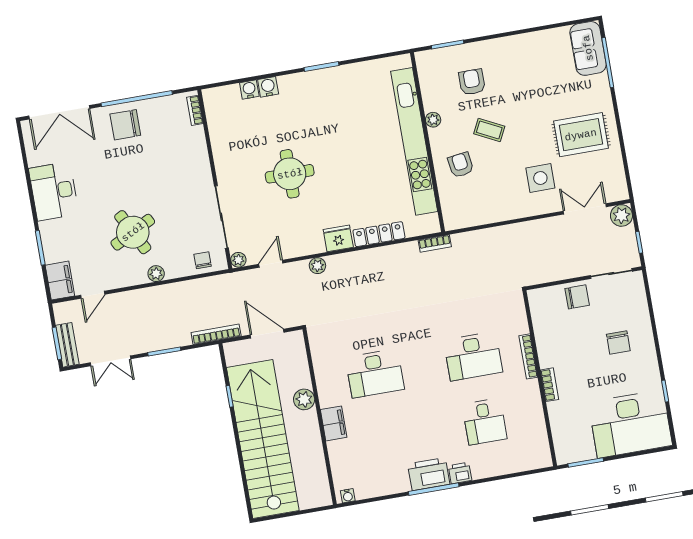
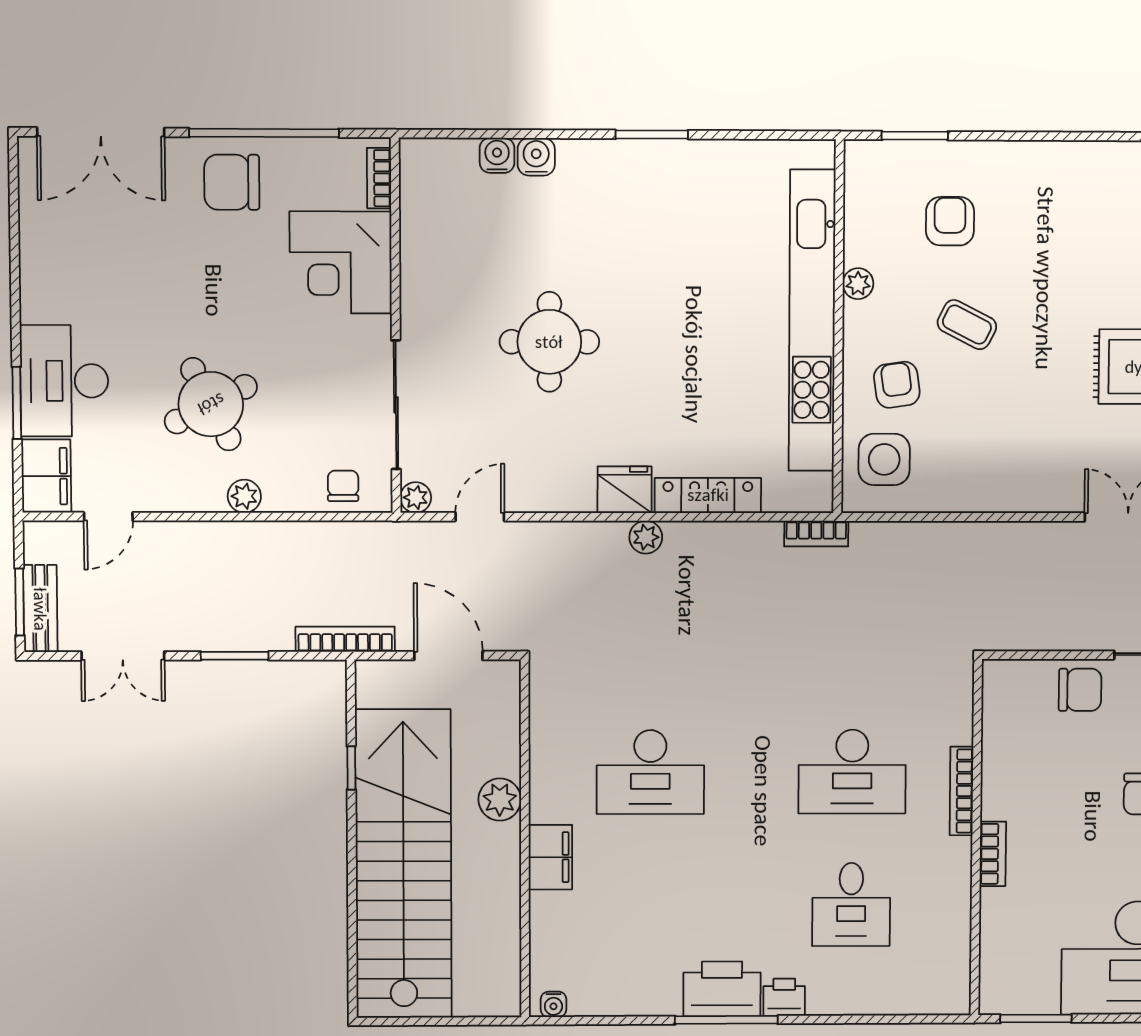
corner desk: (183, 154) -> (341, 262), added
side table: (540, 178) -> (884, 459), moved
desk: (54, 191) -> (64, 381), moved
plant: (317, 266) -> (646, 537), moved

